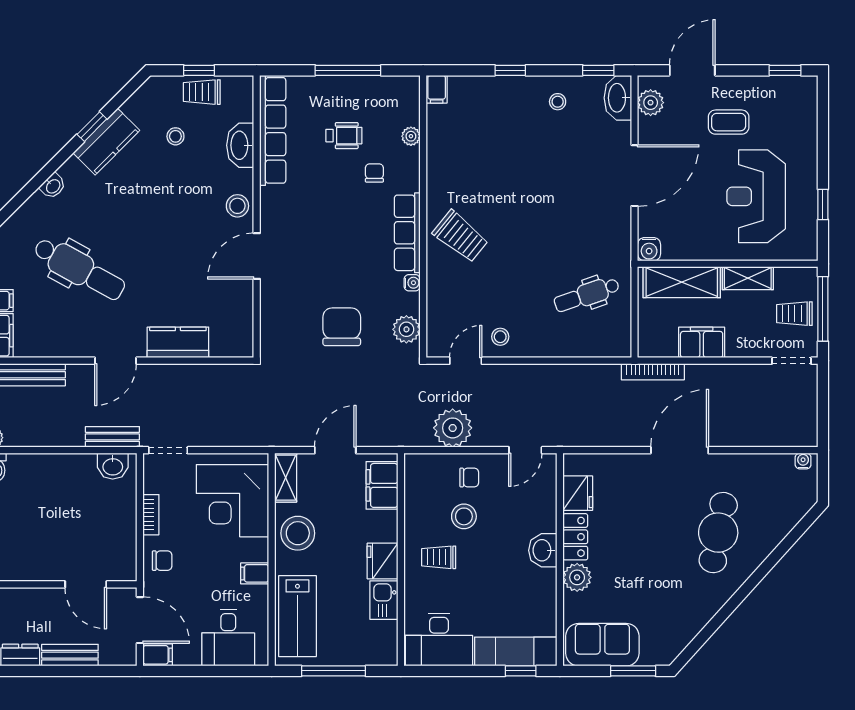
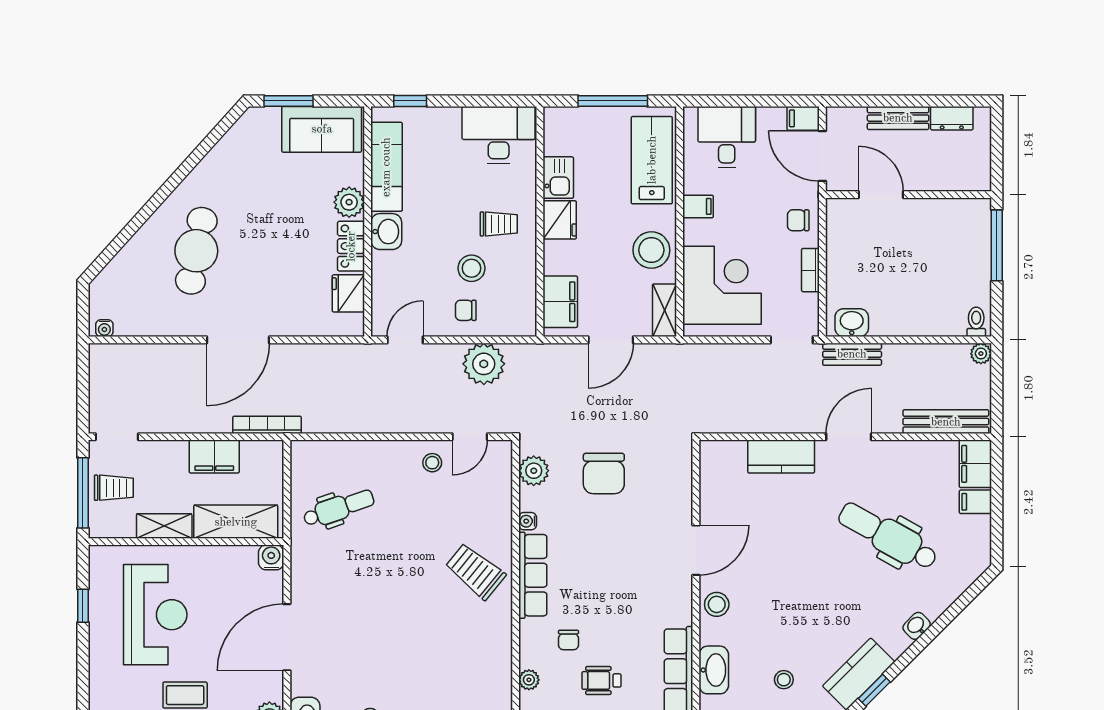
exam couch: (516, 651) -> (386, 167), moved, turned -90

